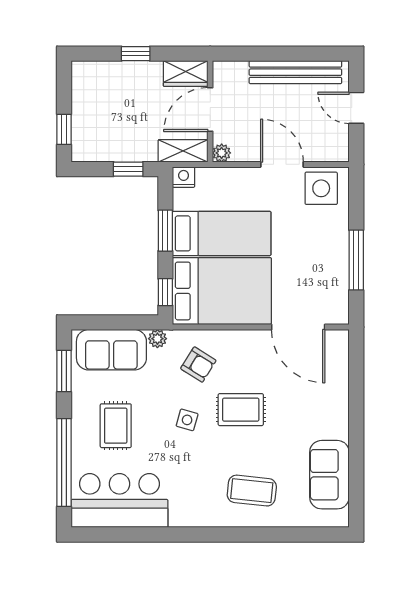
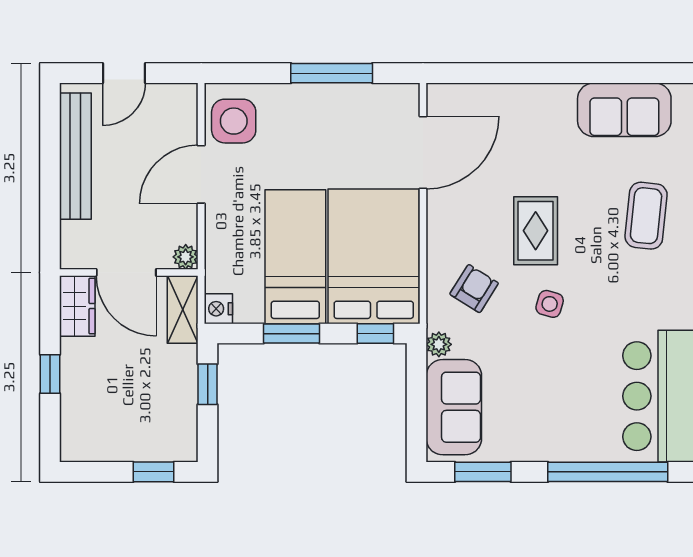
rug: (116, 426) -> (557, 401), removed

